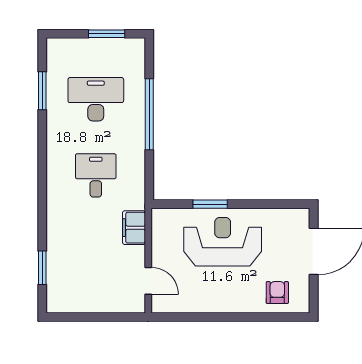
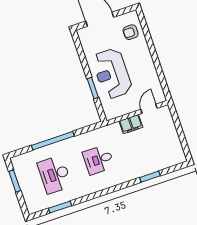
filing cabinet: (134, 228) -> (131, 124), moved
window: (42, 268) -> (150, 177), moved

